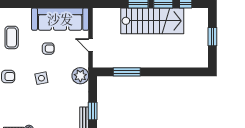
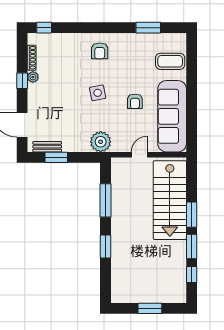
stairs: (152, 21) -> (170, 200), moved
coffee table: (12, 37) -> (170, 61), moved
window: (163, 72) -> (105, 247), added

